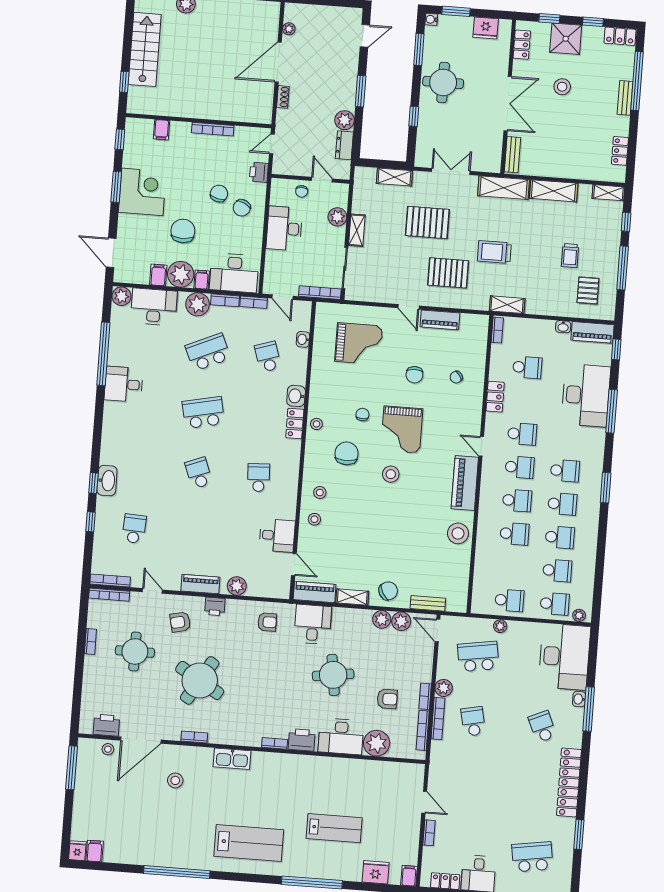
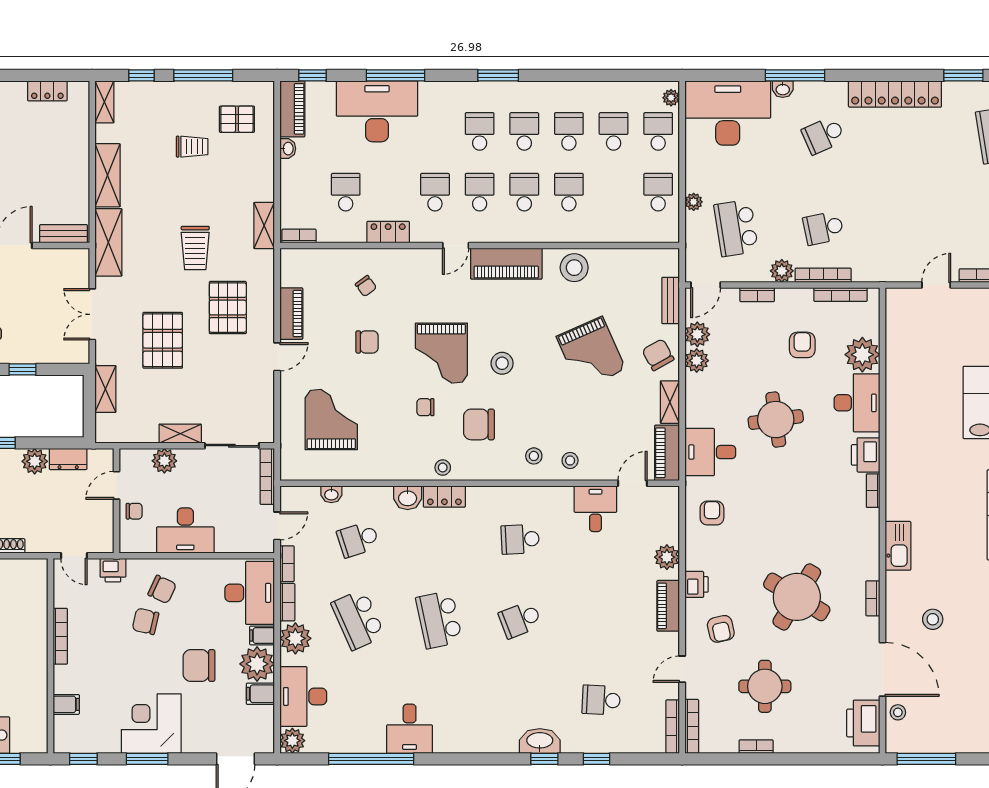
grand piano: (402, 430) -> (441, 353), turned 90
grand piano: (393, 541) -> (591, 353), added
bookcase: (425, 696) -> (757, 295), moved
printer: (106, 725) -> (863, 723), width x1.37, depth x1.19

